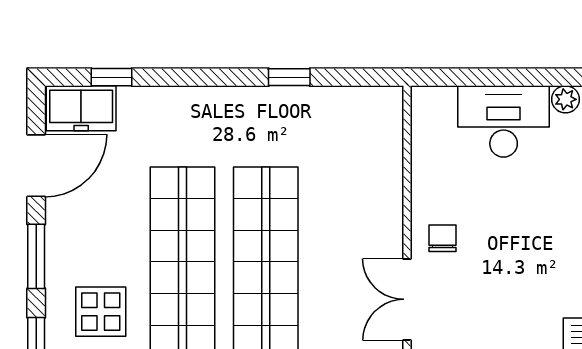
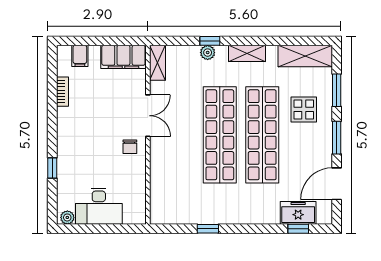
freezer: (81, 108) -> (298, 213), moved

